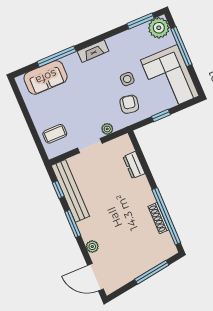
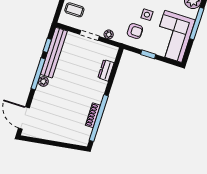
armchair: (129, 104) -> (135, 31), turned 80
window: (73, 224) -> (38, 74), width x1.44
plant: (92, 247) -> (43, 81), moved
window: (152, 272) -> (61, 144), removed

